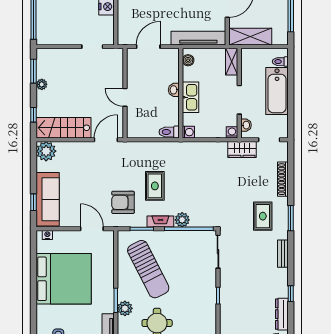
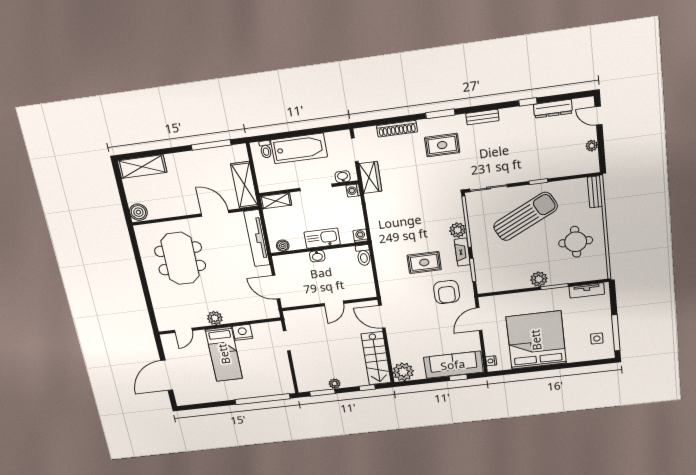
sun lounger: (148, 269) -> (525, 216), moved
plant: (125, 308) -> (539, 279), moved

